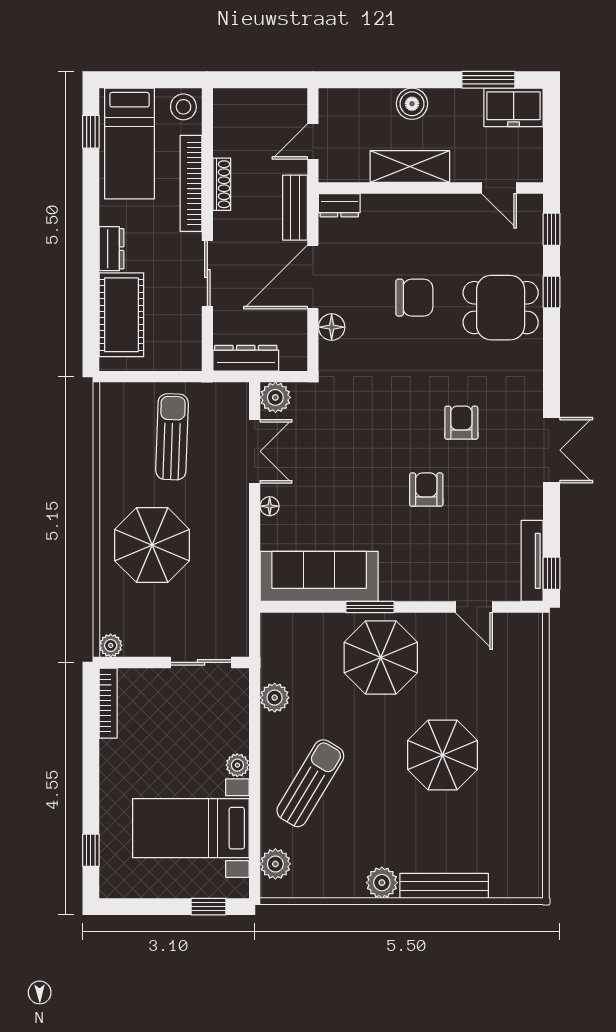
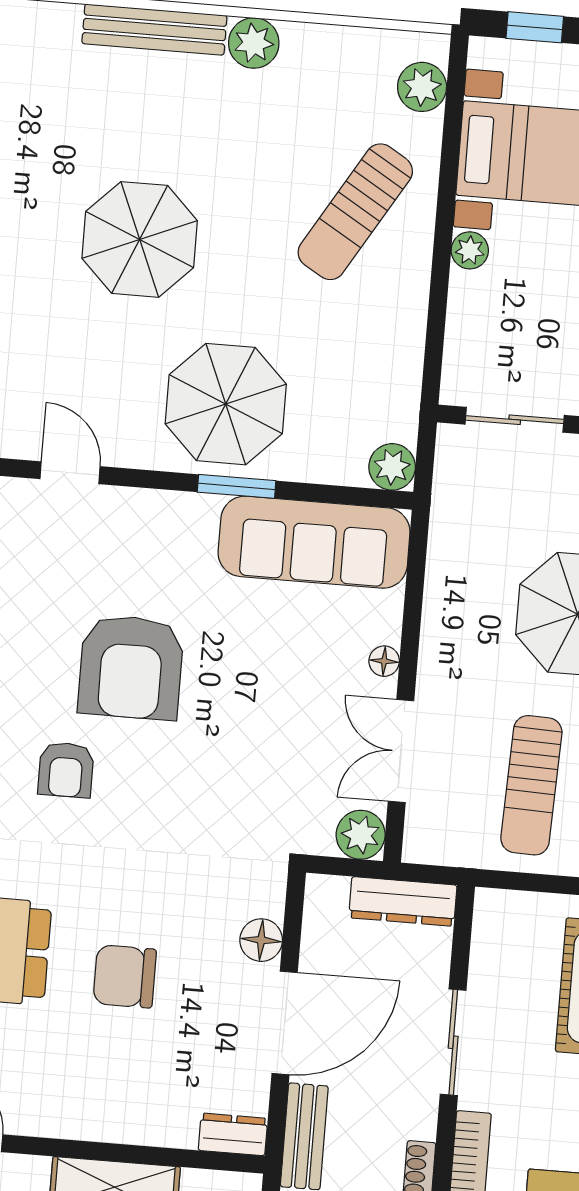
armchair: (426, 490) -> (131, 667), width x1.88, depth x1.88
plant: (275, 698) -> (392, 467), moved

